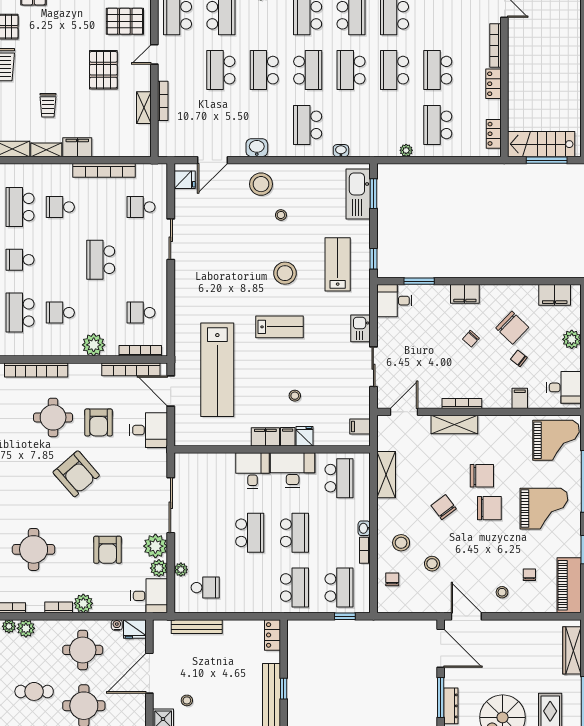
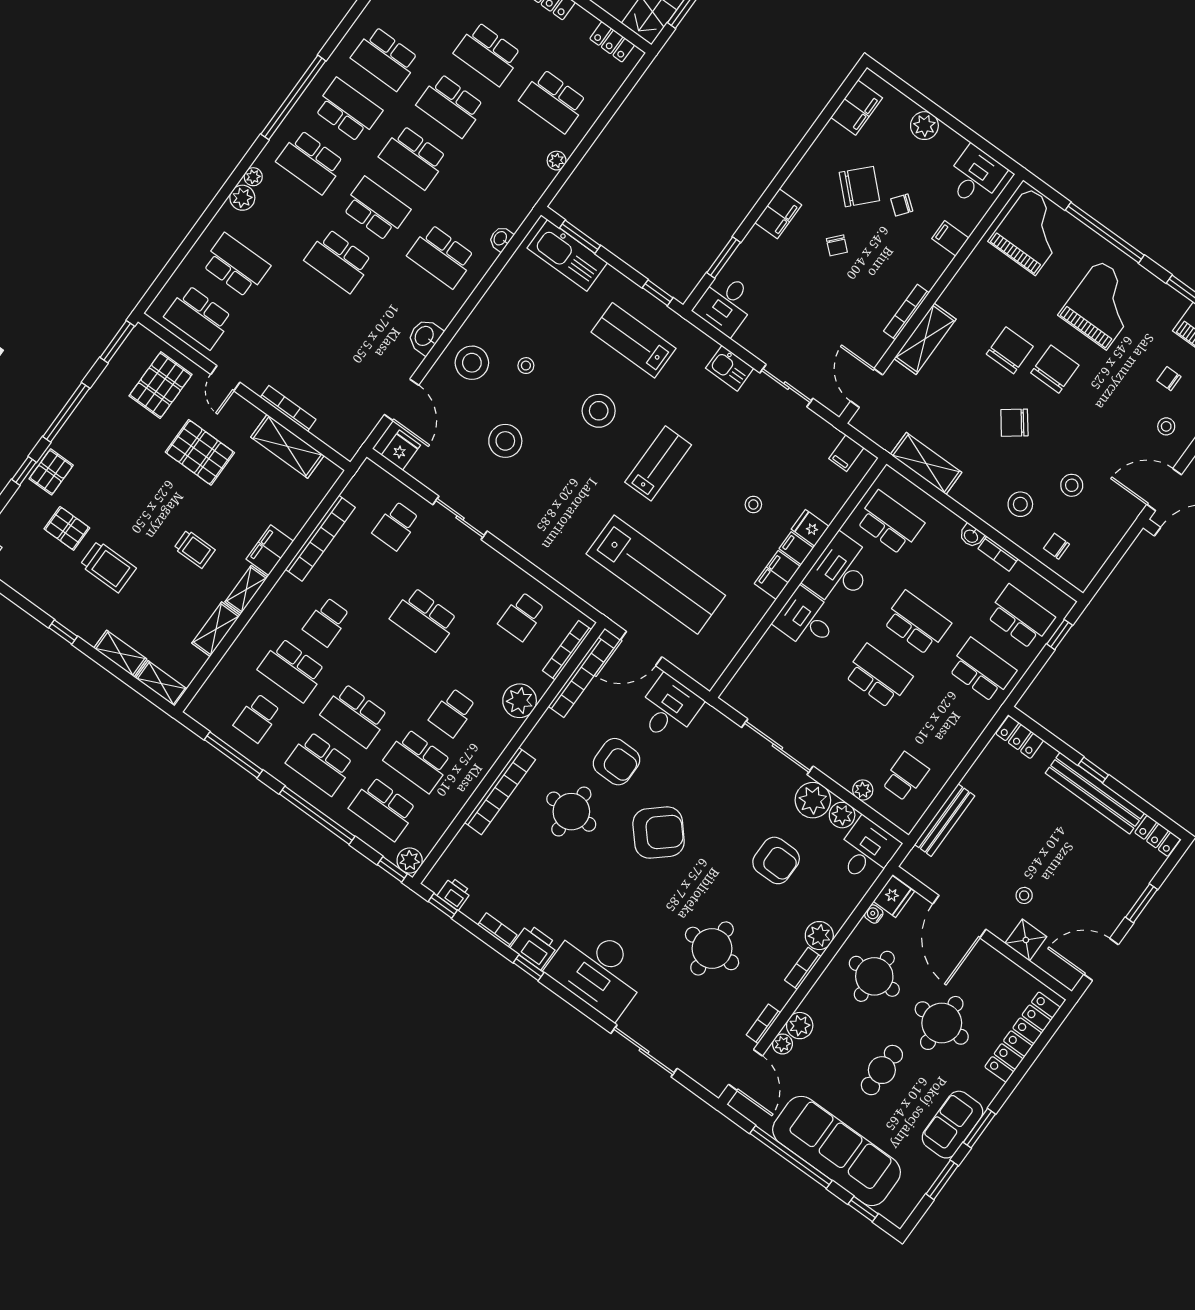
school desk: (221, 70) -> (301, 313), removed
shelving: (144, 108) -> (287, 446), width x1.50, depth x1.33
stool: (231, 234) -> (505, 441), added
school desk: (20, 260) -> (355, 715), width x1.85

